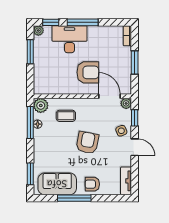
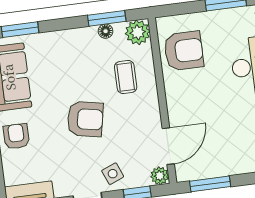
window: (135, 63) -> (210, 184), moved
armchair: (88, 72) -> (184, 51), moved, turned -90
window: (30, 122) -> (107, 18), width x0.69

